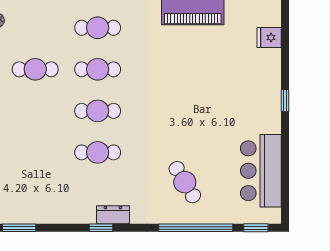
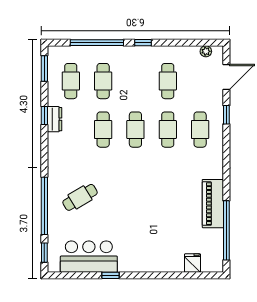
window: (285, 101) -> (110, 275), moved
cafe table: (35, 152) -> (103, 81), added
cafe table: (35, 194) -> (71, 81), added
dresser: (113, 215) -> (55, 119), moved
window: (101, 228) -> (44, 115), moved

